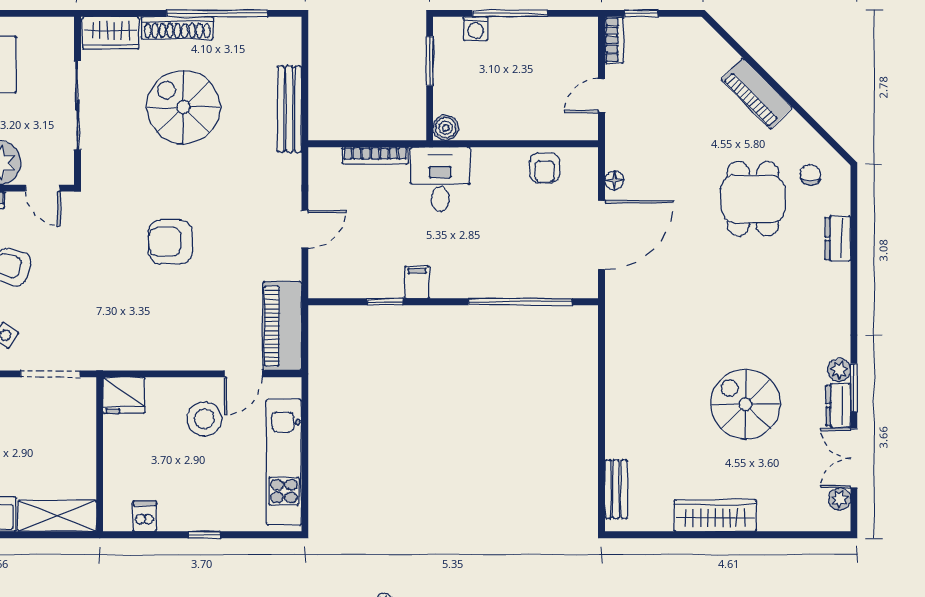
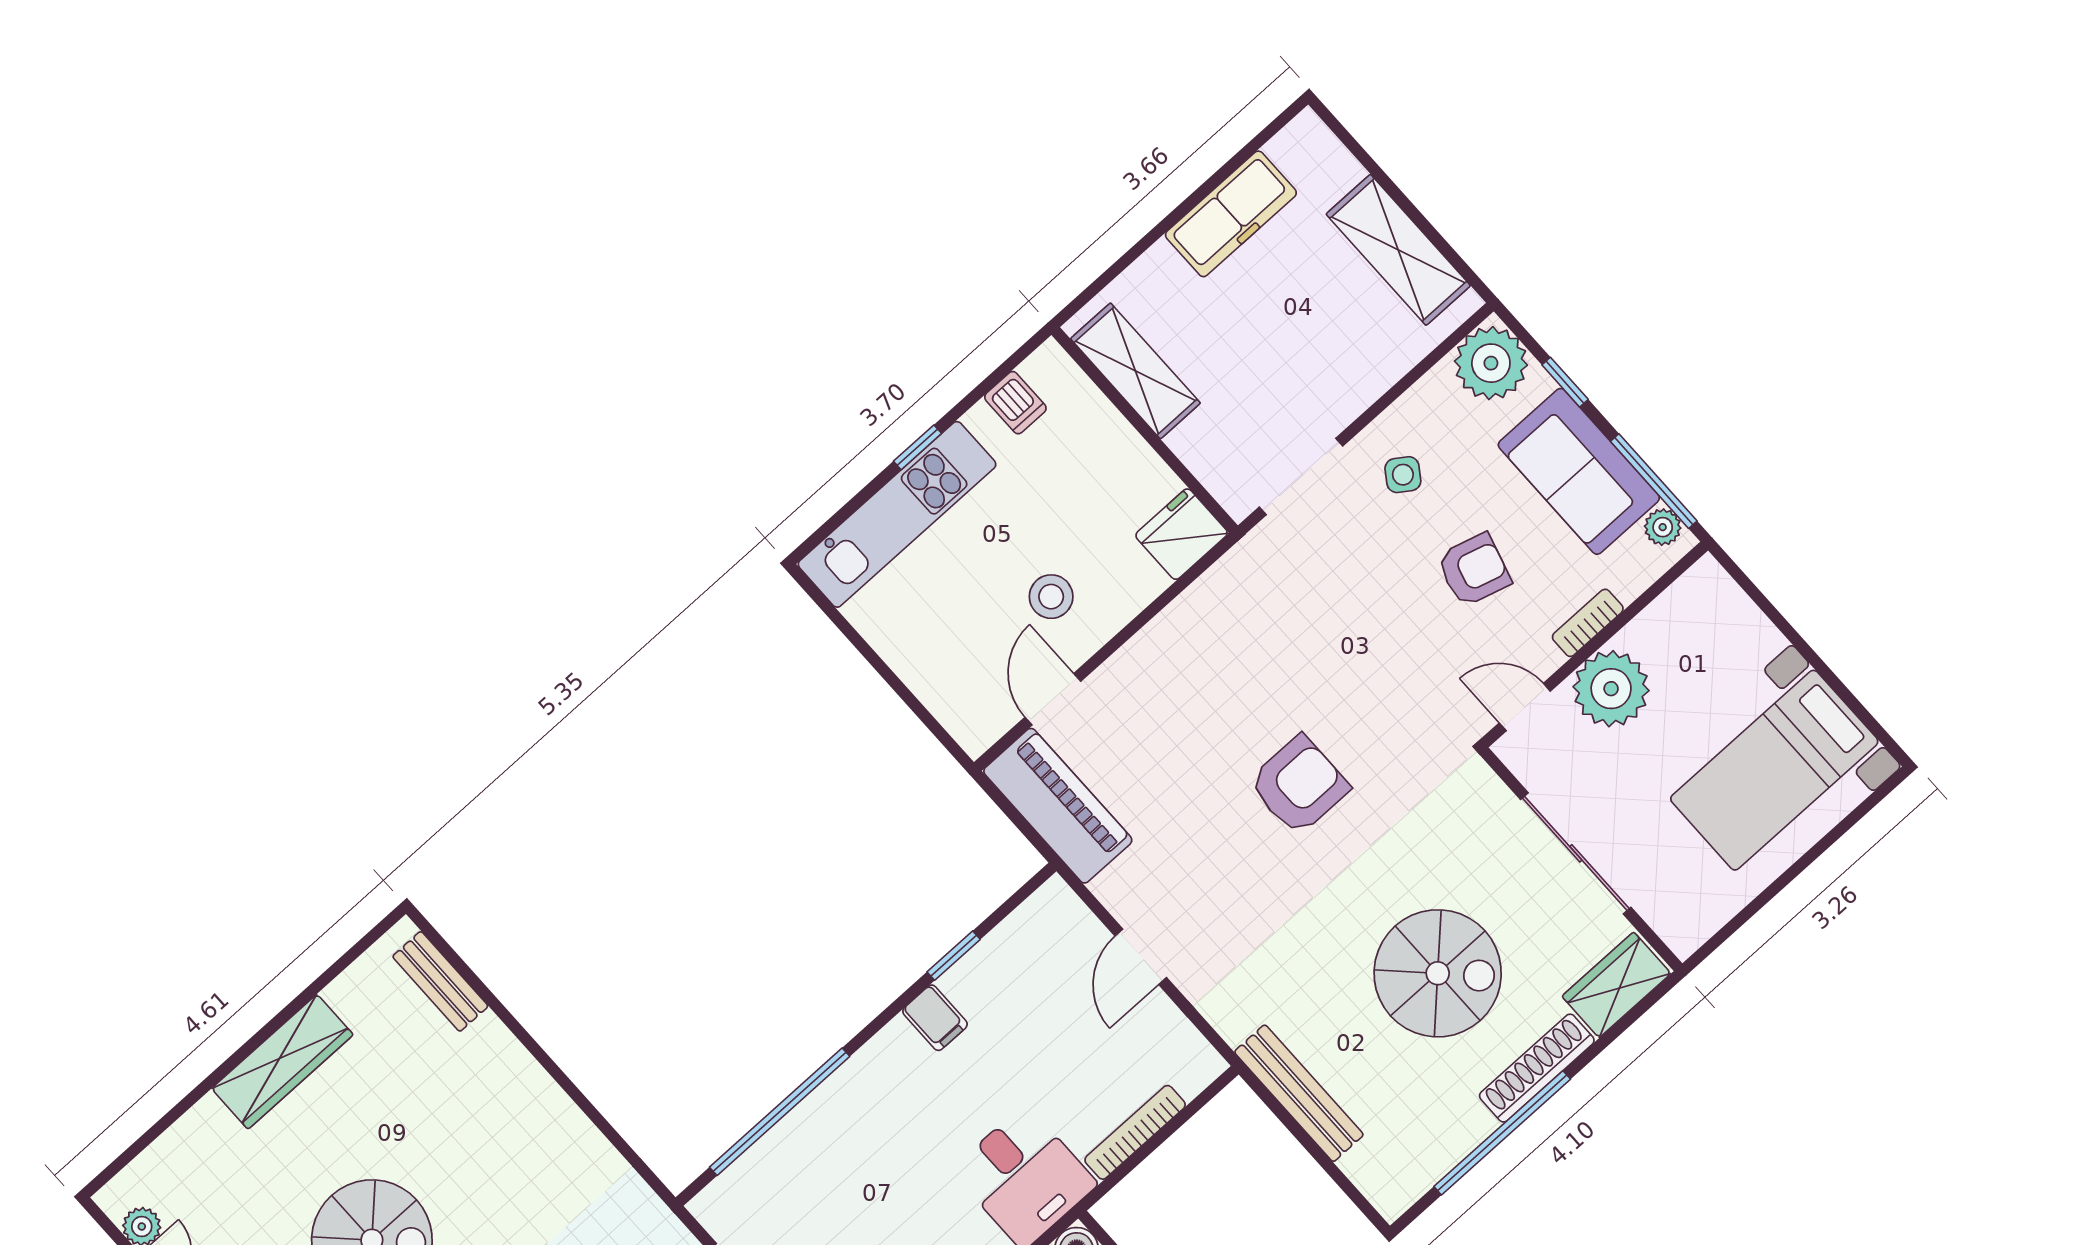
stool: (204, 419) -> (1051, 597), width x0.73, depth x0.73
kitchen unit: (284, 462) -> (897, 514), moved, turned 90
shelving: (57, 516) -> (1135, 371), moved, turned 90

